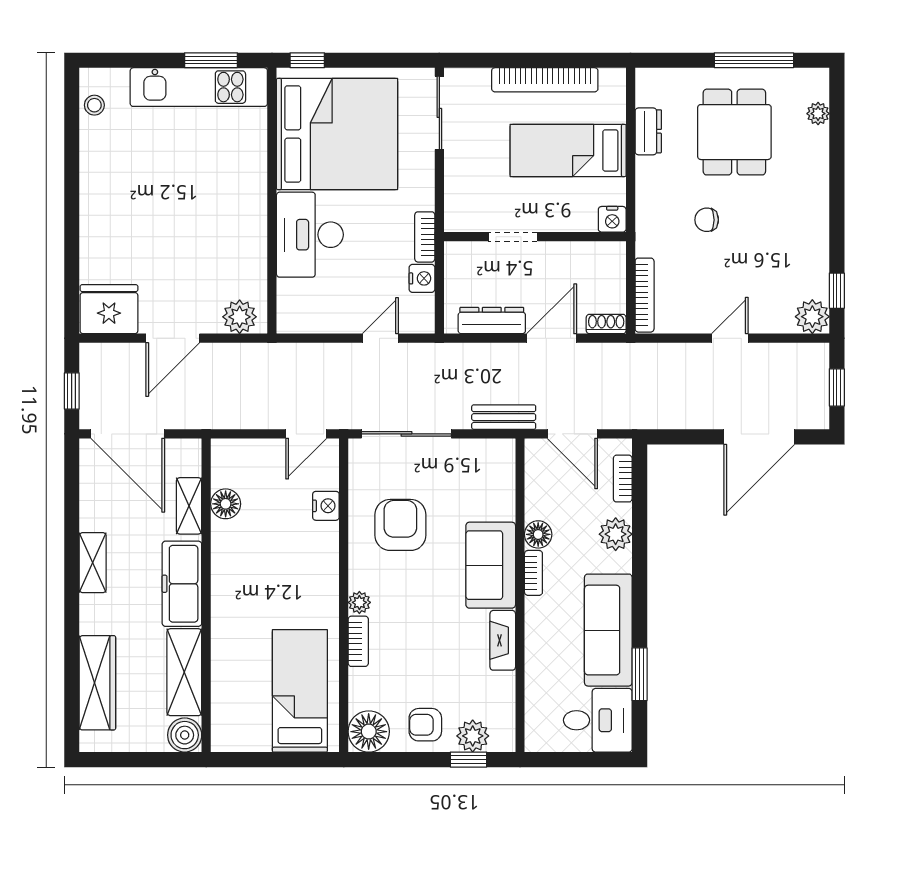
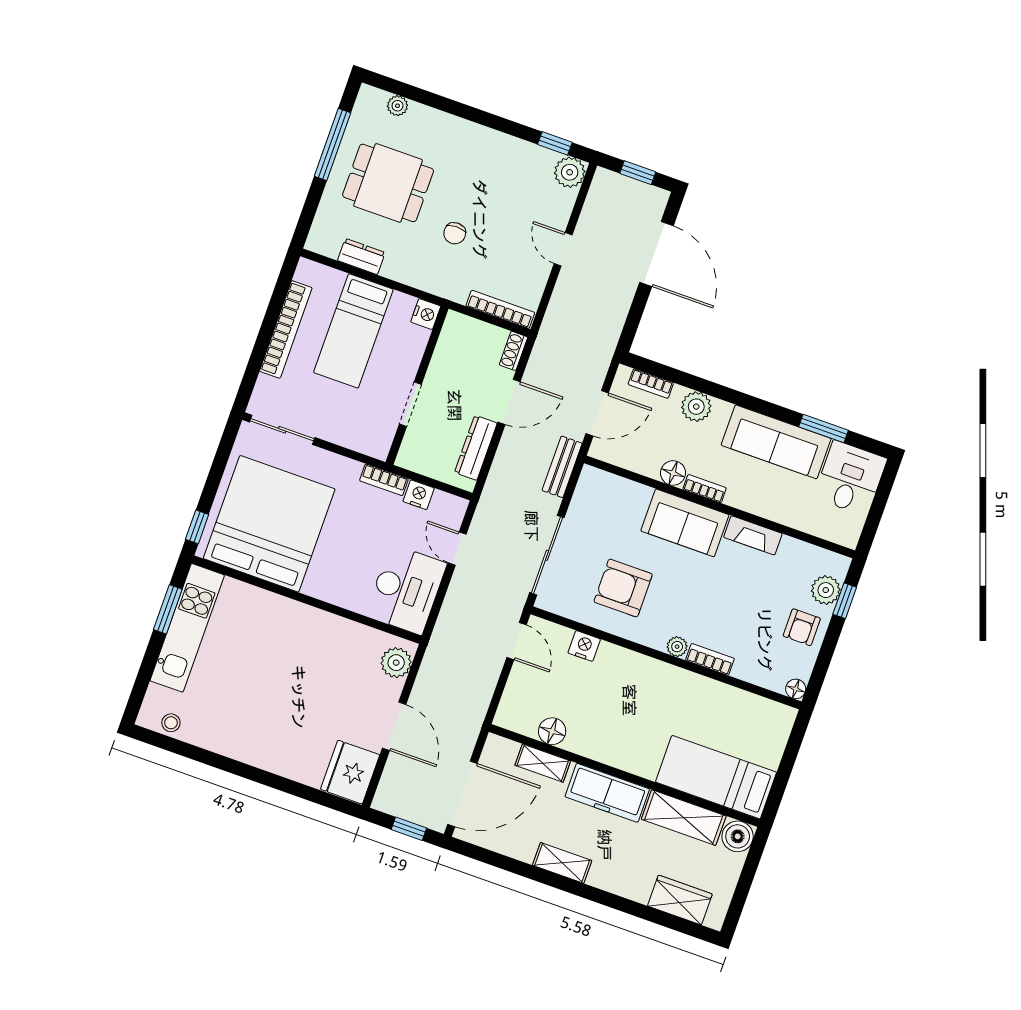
desk: (310, 235) -> (406, 590), moved, turned -90
door: (552, 338) -> (509, 402), swing flipped
wardrobe: (97, 683) -> (680, 900), width x0.67
bed: (300, 691) -> (716, 777), moved
floor lamp: (369, 732) -> (796, 689), width x0.53, depth x0.53

